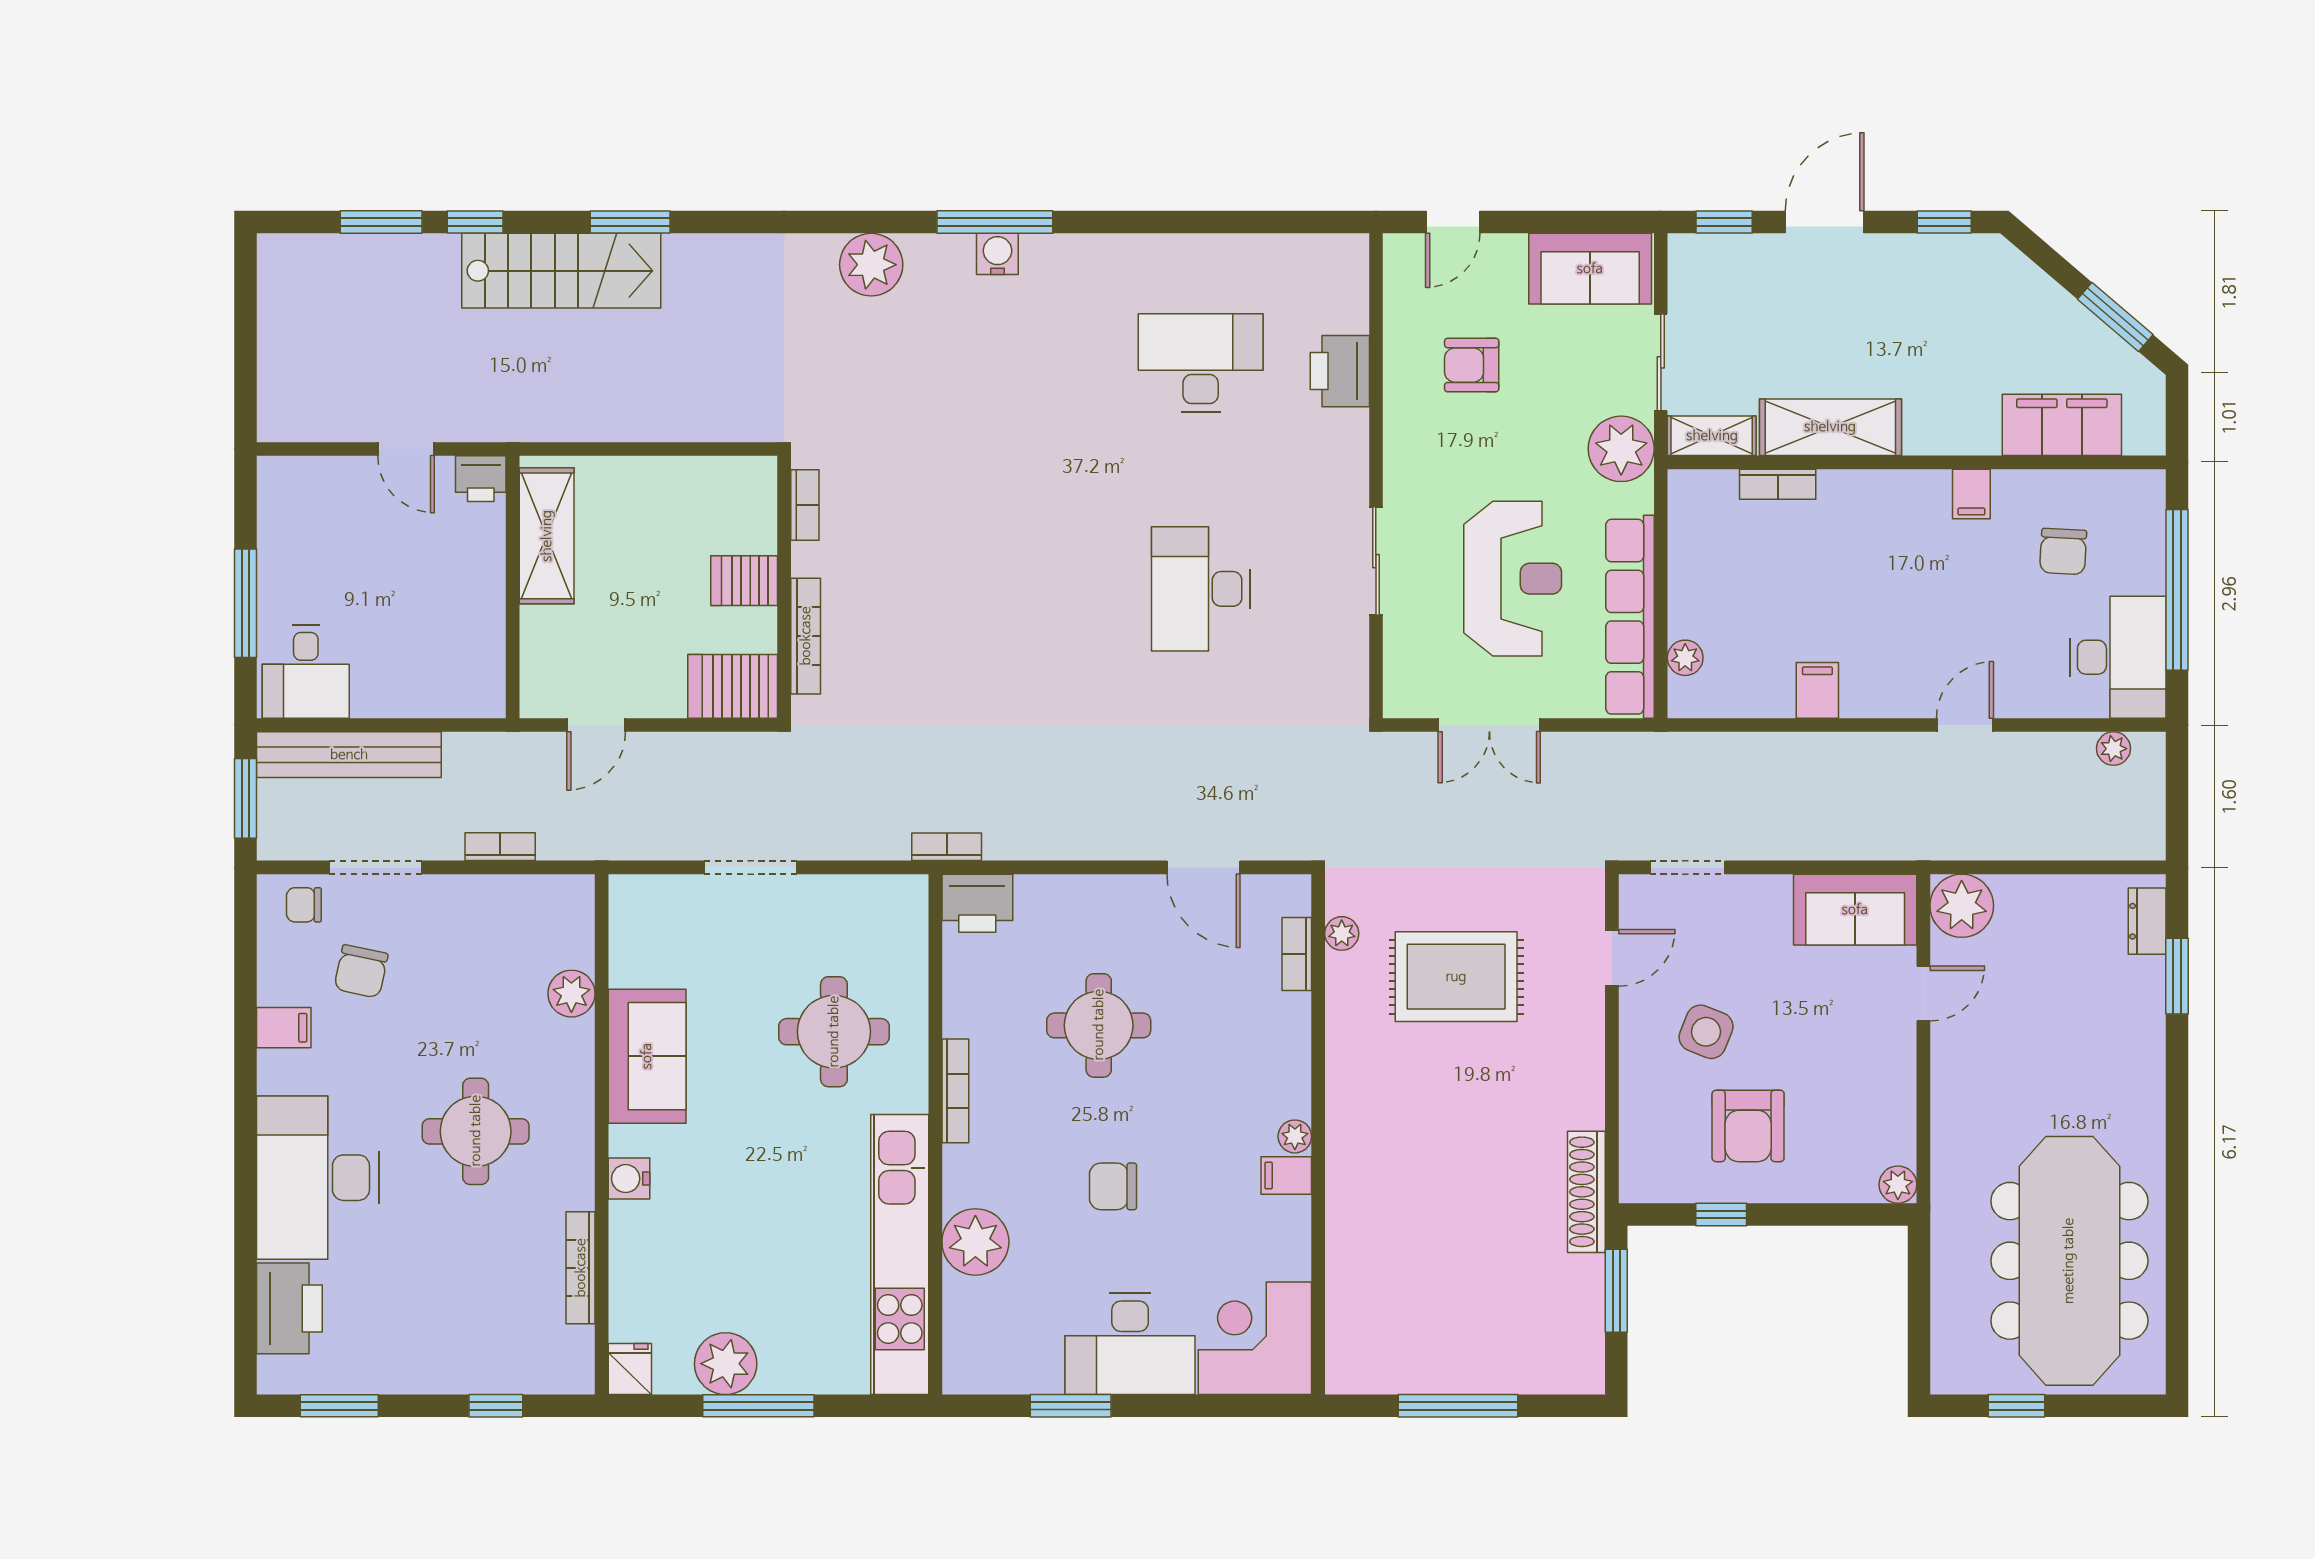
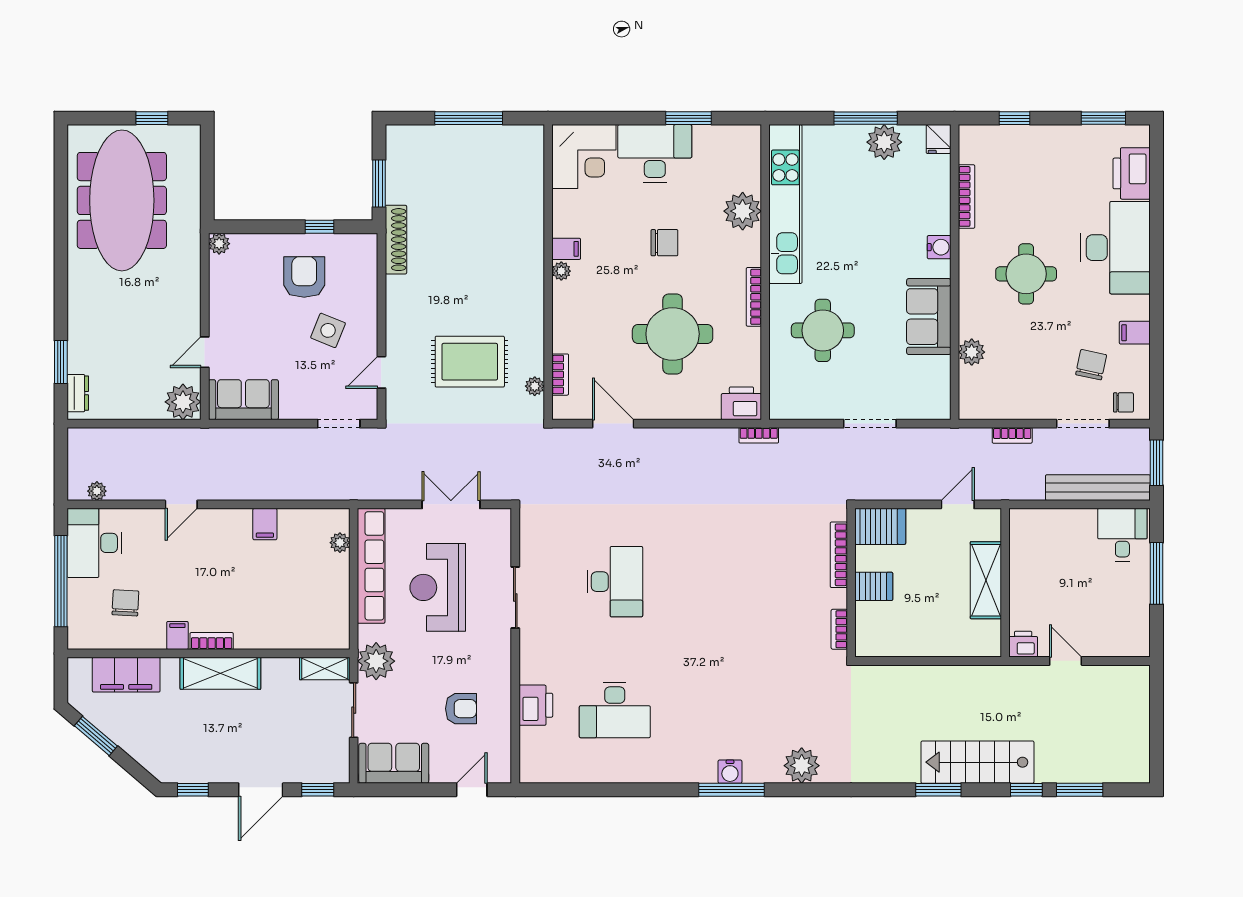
shelving: (1830, 427) -> (220, 673), moved
bookcase: (1778, 484) -> (212, 641), moved
shelving: (547, 536) -> (986, 580), moved
round table: (1099, 1025) -> (673, 334), width x1.36, depth x1.36

